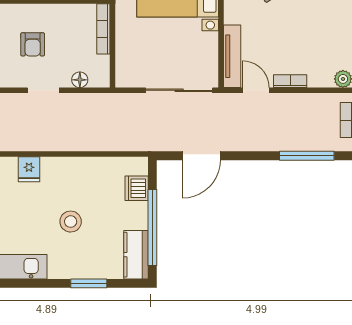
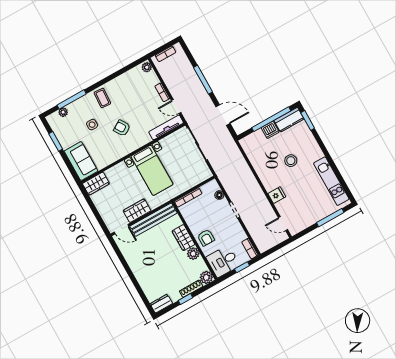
armchair: (33, 44) -> (206, 238), moved, turned 90
door: (256, 90) -> (176, 107), hinge flipped
window: (307, 156) -> (203, 80), moved
dishwasher: (137, 188) -> (270, 130), moved
window: (89, 283) -> (308, 120), moved

